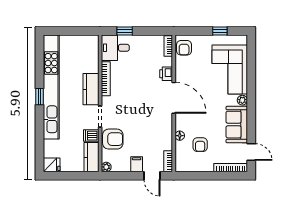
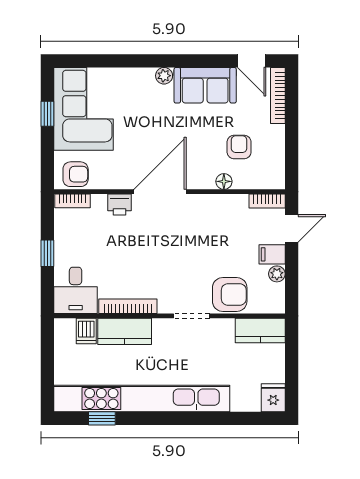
window: (125, 31) -> (47, 253), moved
corner sofa: (230, 70) -> (84, 109), moved, turned -90
kitchen counter: (91, 89) -> (125, 331), moved
window: (39, 97) -> (102, 418), moved
dishwasher: (91, 136) -> (86, 331), moved
armchair: (113, 139) -> (230, 294), turned 90
armchair: (200, 145) -> (239, 147), turned -90
door: (251, 152) -> (252, 61), swing flipped
plant: (106, 167) -> (277, 274), moved

